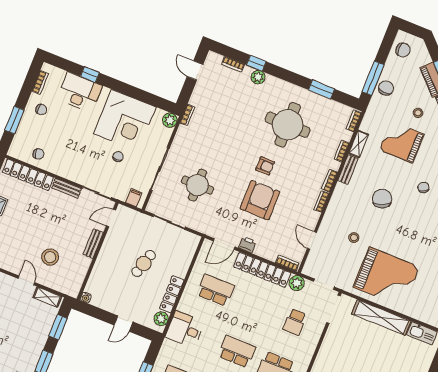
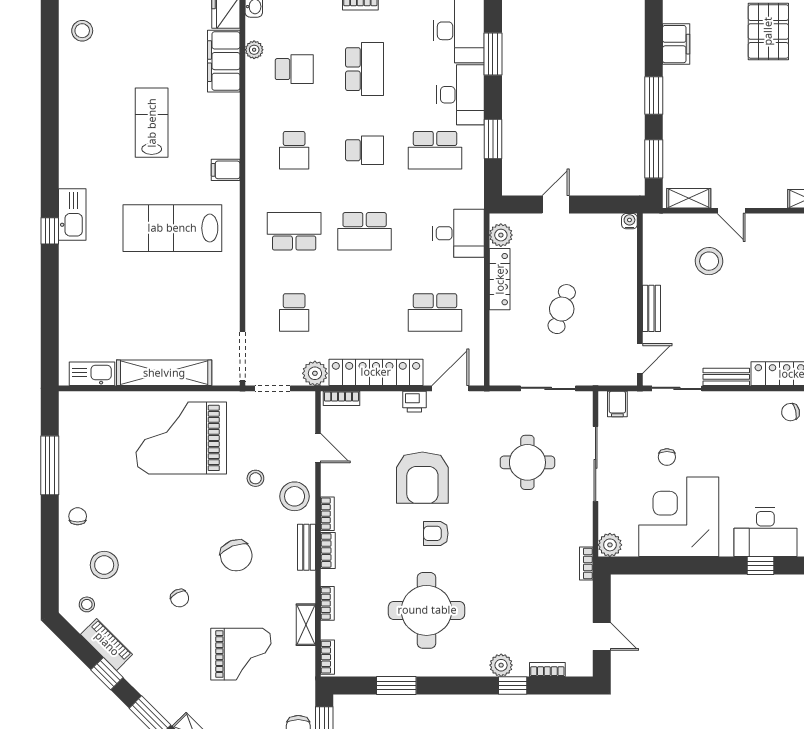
stool: (418, 113) -> (295, 496), moved, width x1.89, depth x1.89
bench: (348, 170) -> (306, 547), moved
school desk: (295, 322) -> (294, 312), turned 180

